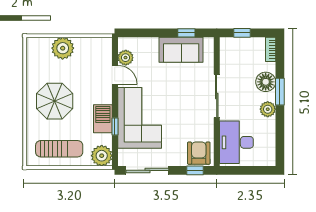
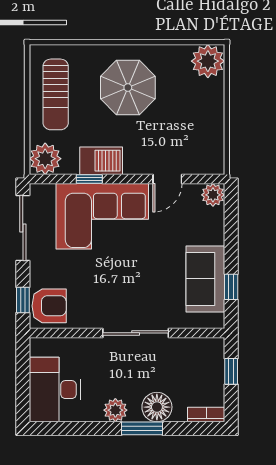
plant: (63, 48) -> (208, 61), moved
plant: (126, 58) -> (213, 195), moved
desk: (236, 142) -> (55, 390), moved, turned -90

